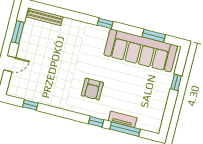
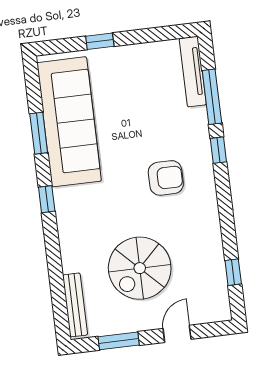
window: (154, 36) -> (39, 133), moved
spiral stairs: (51, 58) -> (140, 268), added
door: (10, 64) -> (177, 334), hinge flipped
tv unit: (123, 119) -> (193, 72), moved, width x1.41

